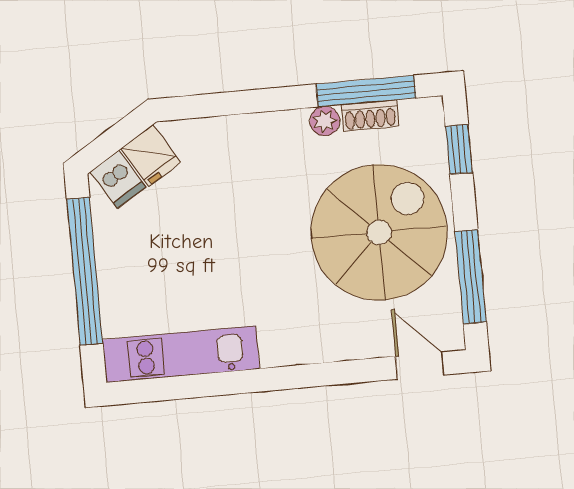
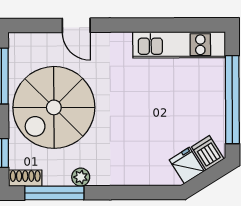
shoe rack: (370, 115) -> (25, 178), moved
door: (420, 366) -> (76, 25), moved

